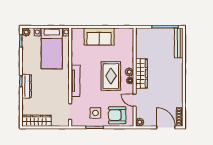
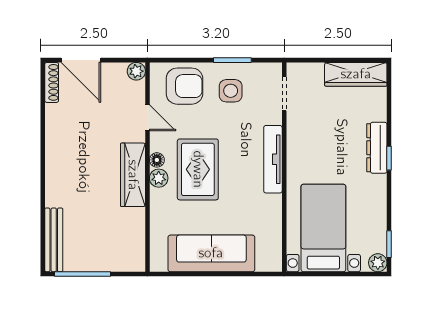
sofa: (99, 36) -> (211, 253), width x1.36

